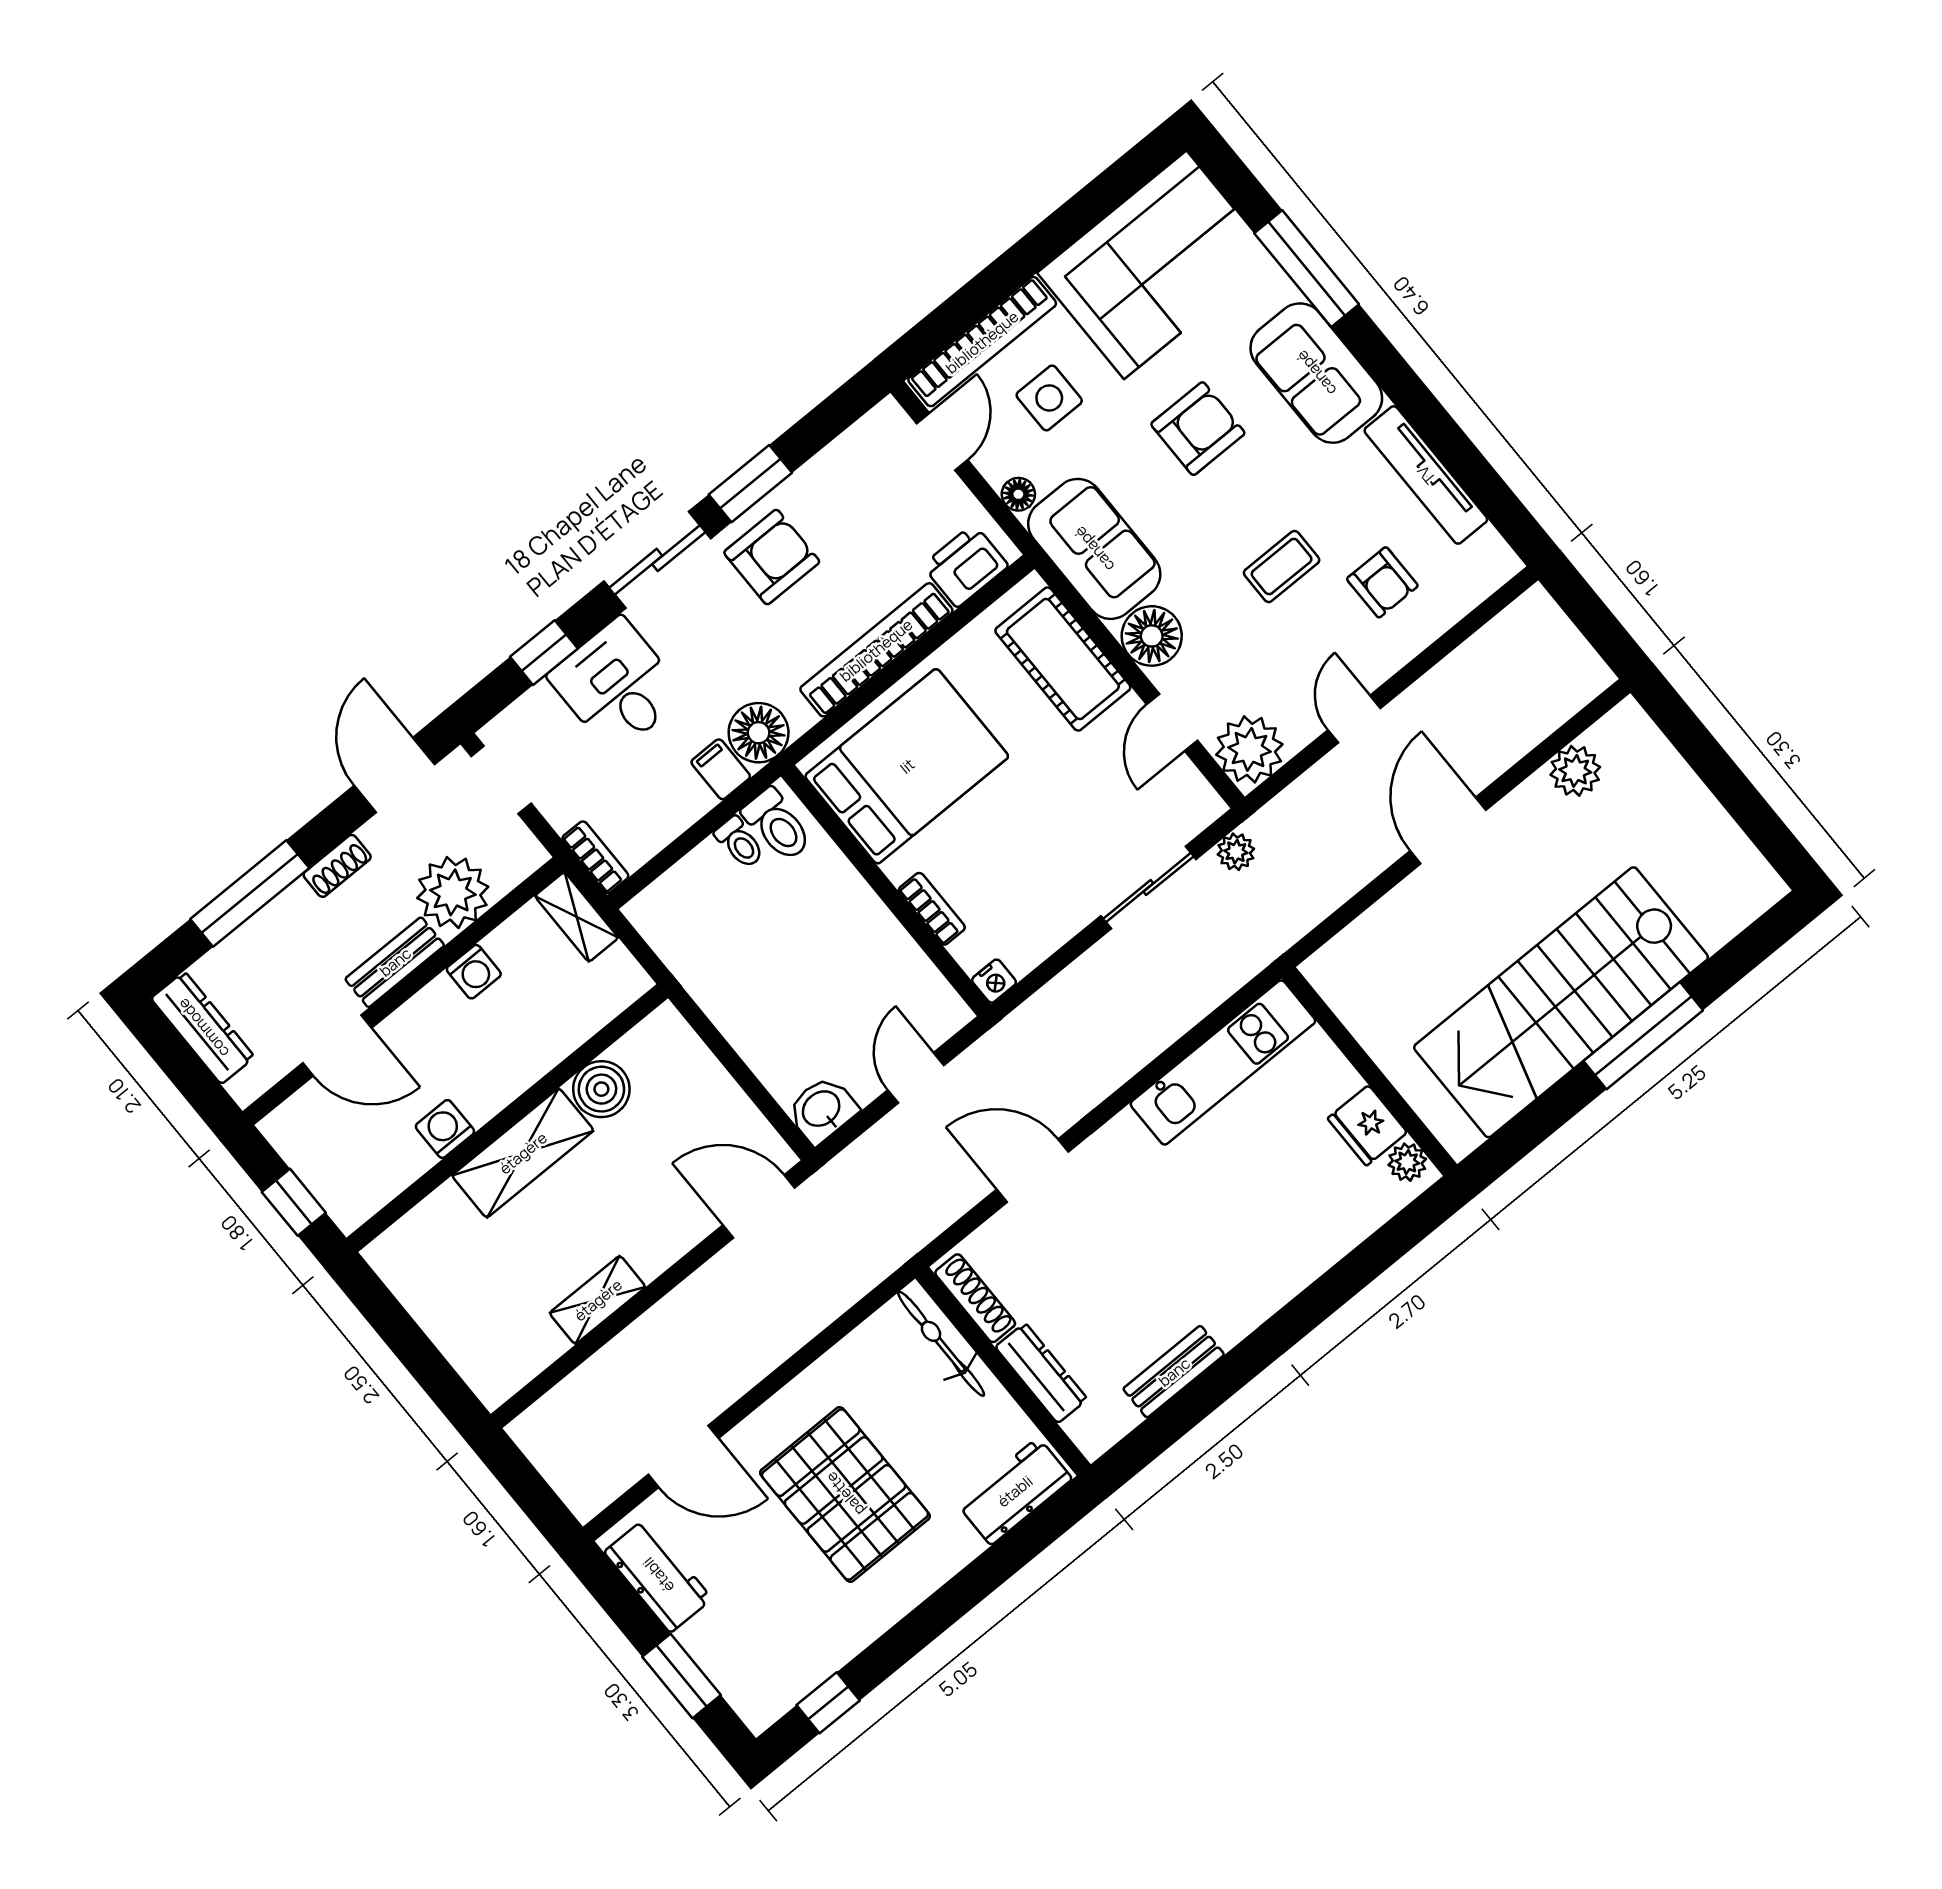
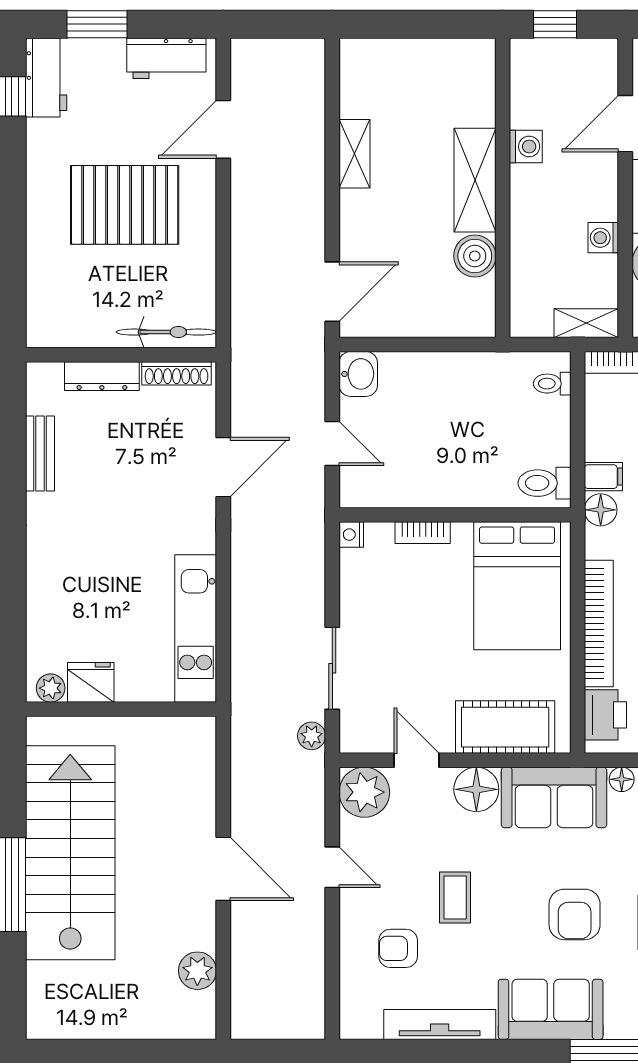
floor lamp: (759, 733) -> (601, 510), width x0.73, depth x0.73
toilet: (740, 843) -> (552, 384), moved
workbench: (1015, 1491) -> (46, 77), moved

